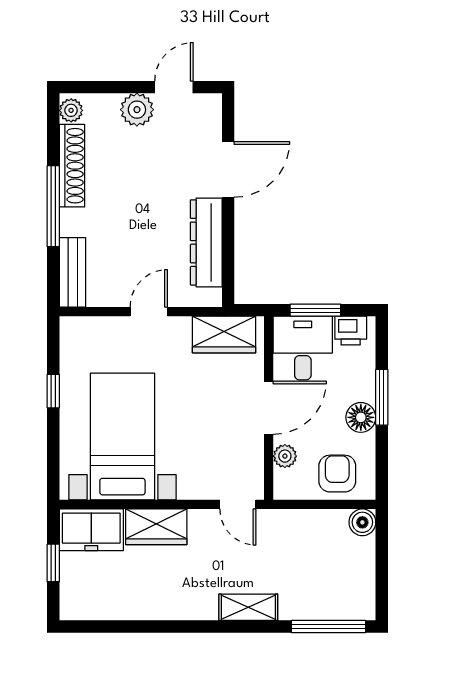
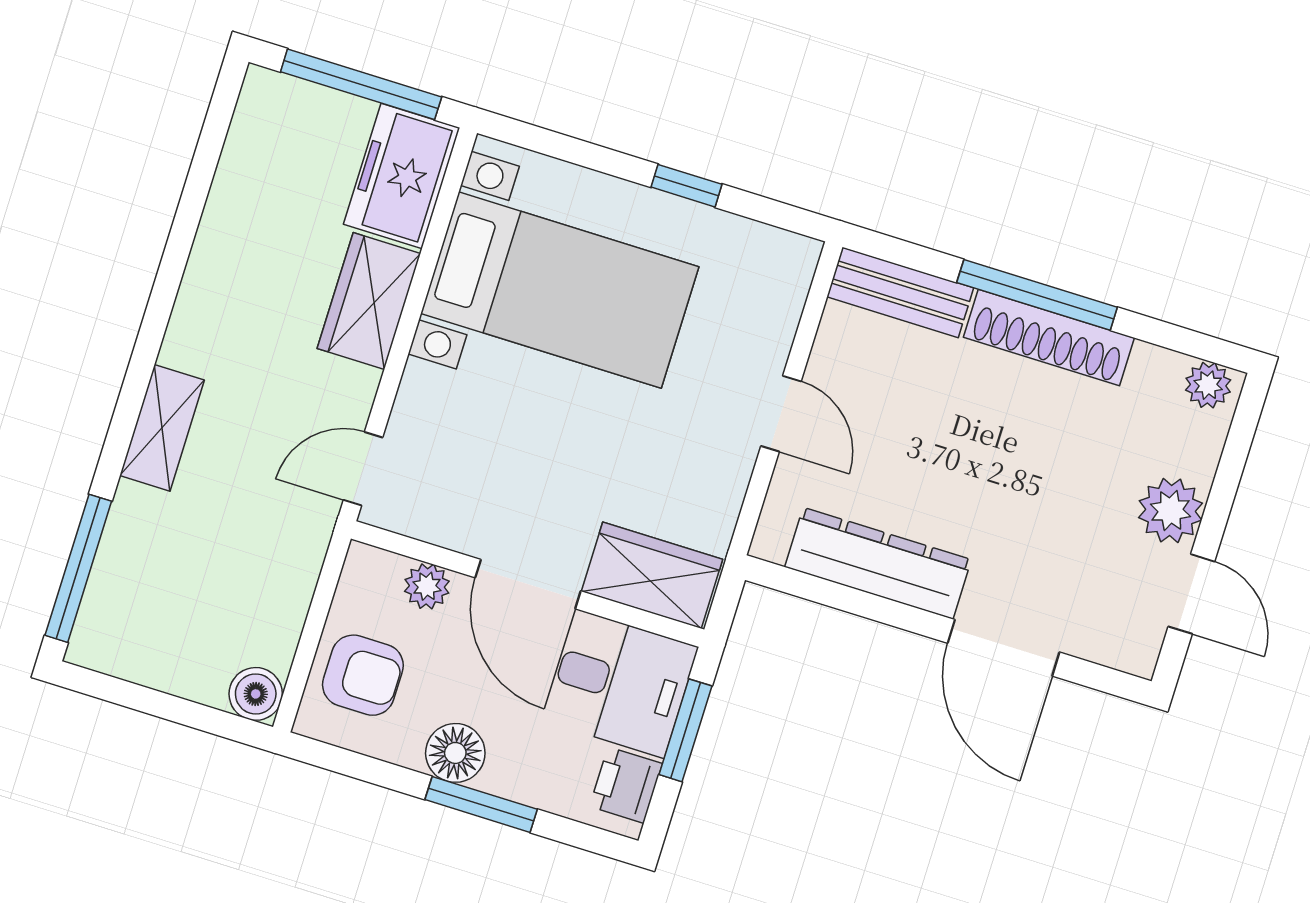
shoe rack: (72, 166) -> (1049, 338), moved
wardrobe: (224, 334) -> (652, 575), moved, turned 90
window: (53, 563) -> (361, 84), width x2.17

